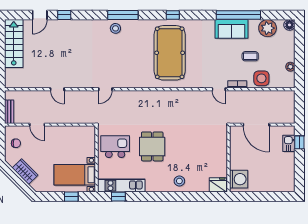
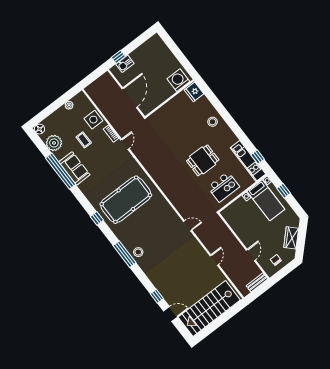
stairs: (14, 44) -> (209, 309), width x1.36, depth x1.51
kitchen island: (115, 147) -> (223, 187), turned -90

